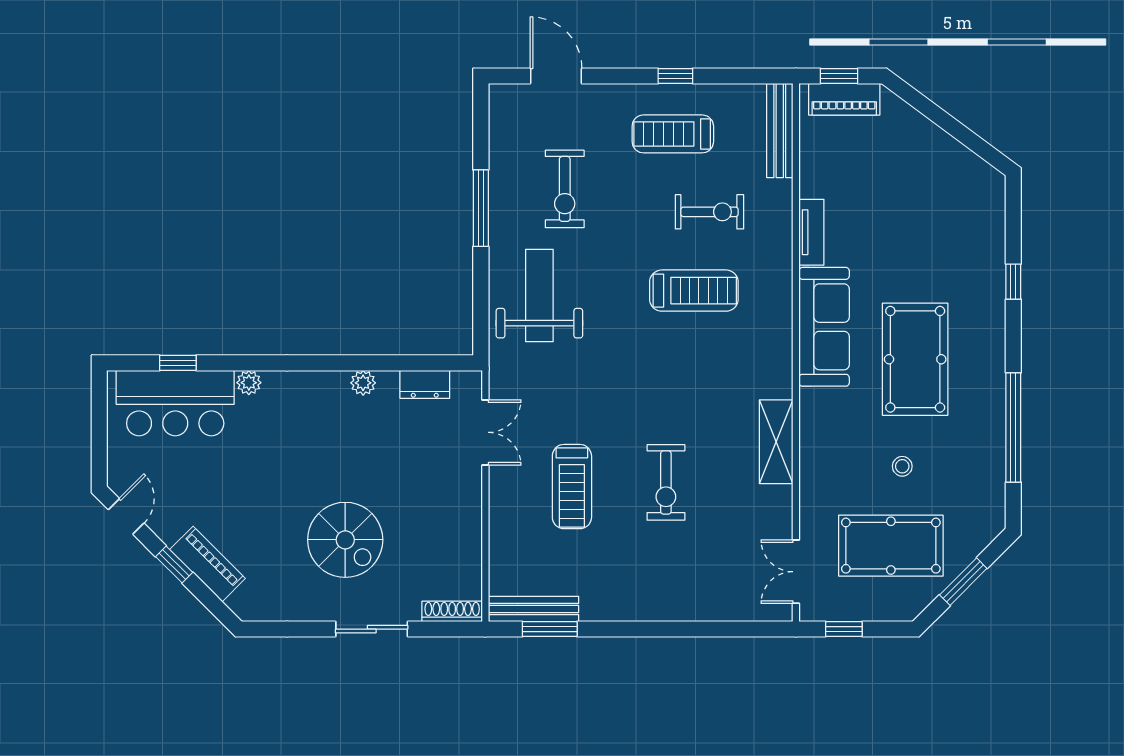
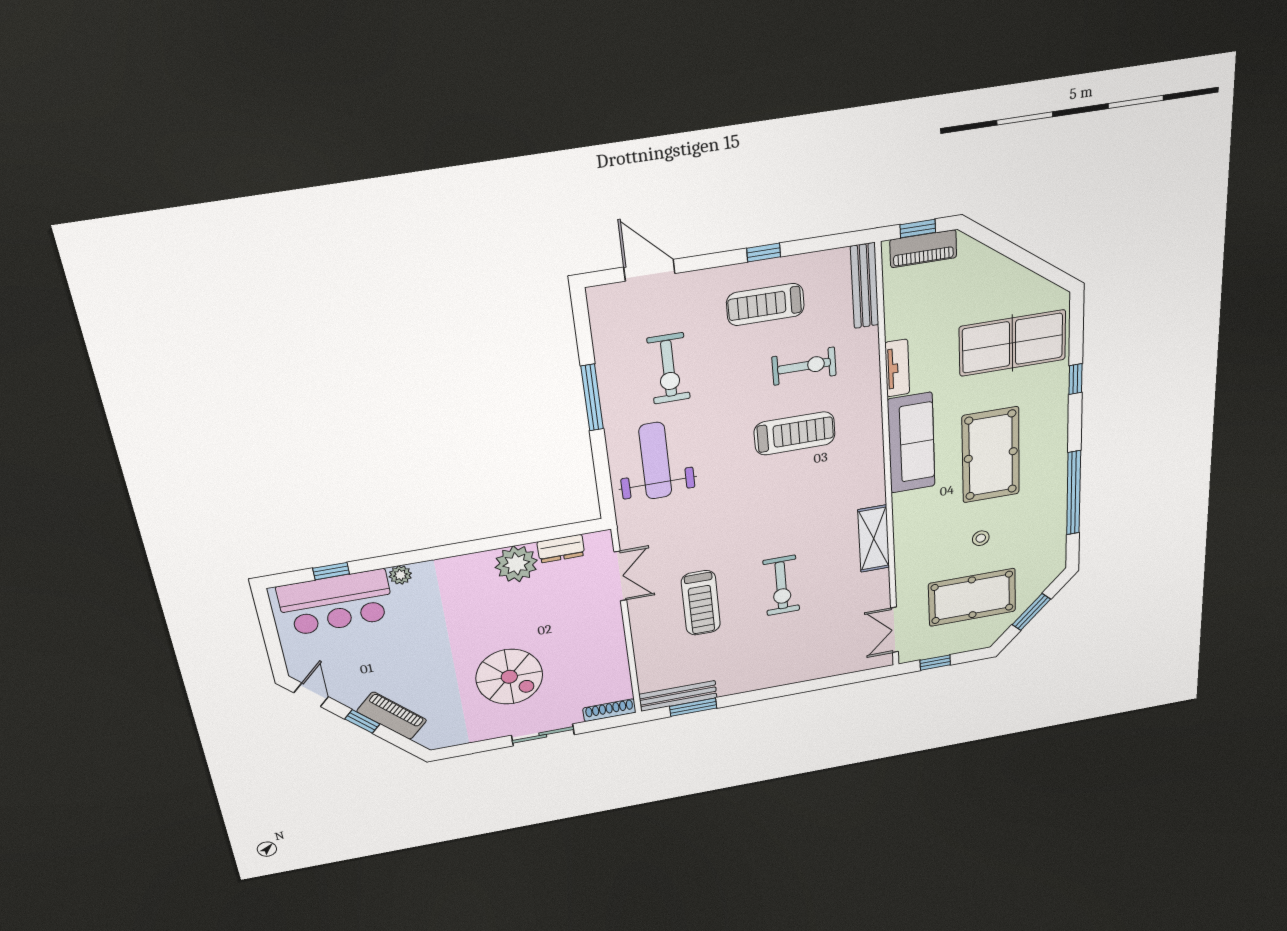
table tennis table: (941, 225) -> (1013, 343), added
plant: (363, 383) -> (516, 564), width x1.87, depth x1.87

